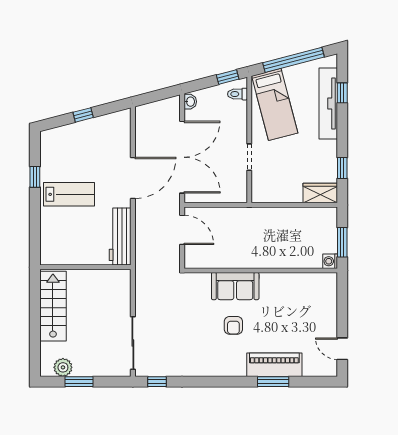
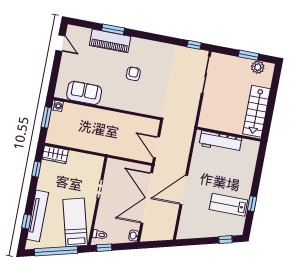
window: (83, 115) -> (226, 240), moved
lab bench: (69, 194) -> (228, 205), moved
workbench: (120, 237) -> (220, 142), moved, turned 90
sofa: (235, 286) -> (84, 93), moved

